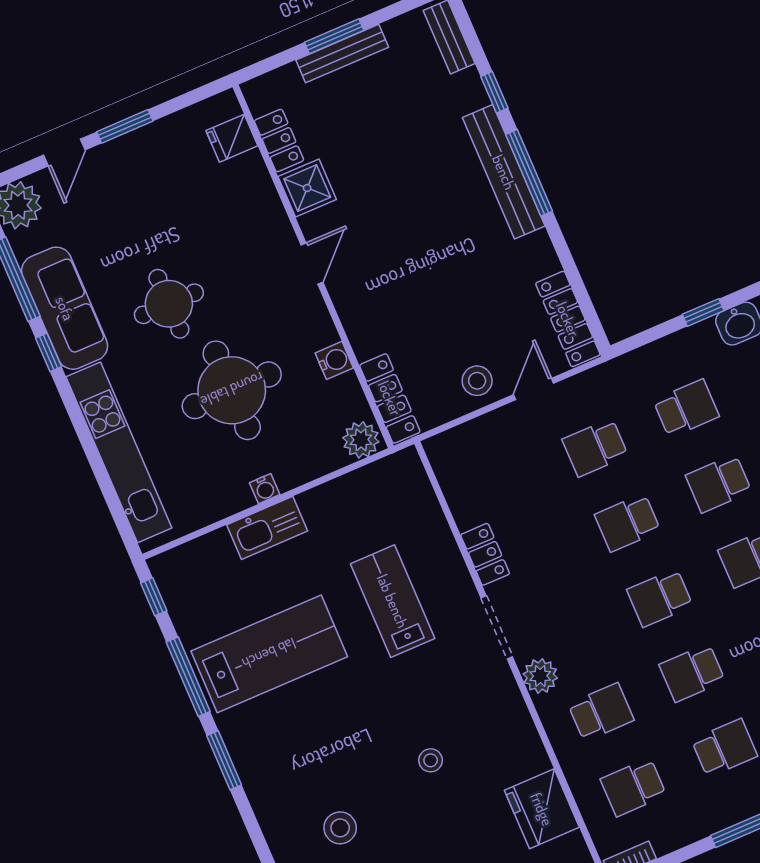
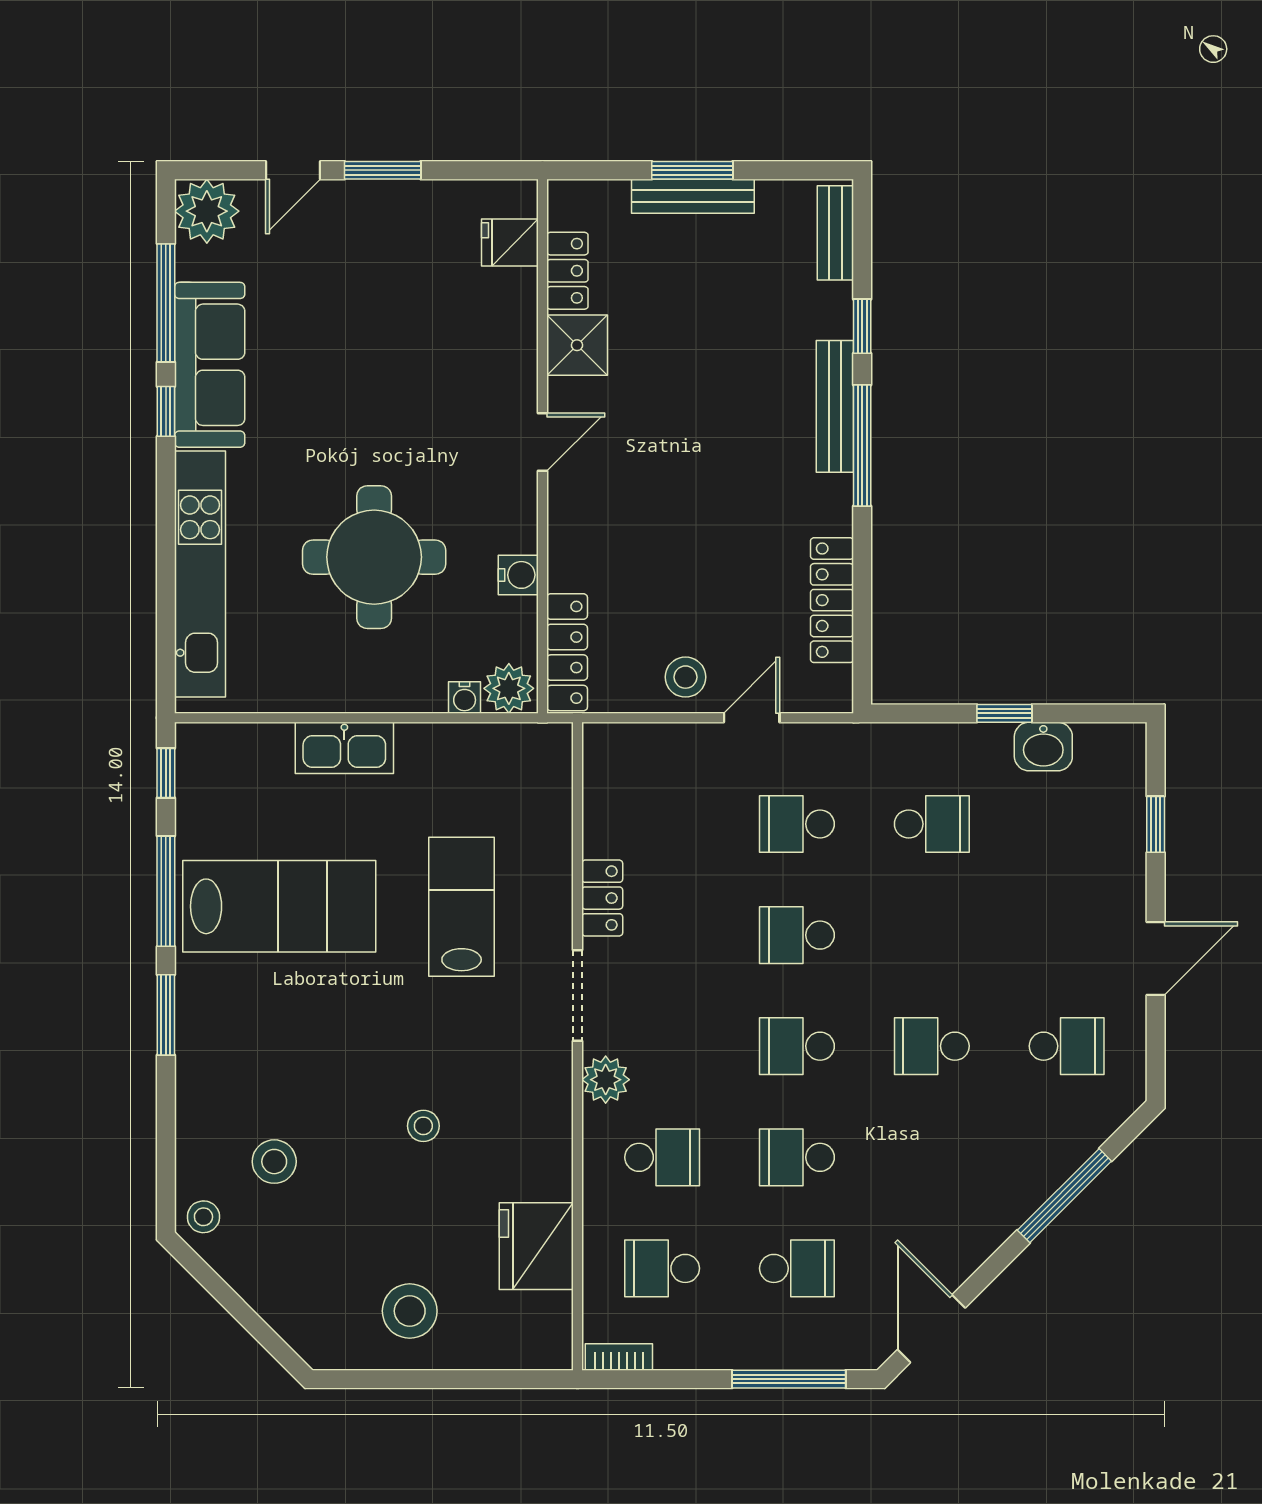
bench: (504, 172) -> (835, 406), width x0.73, depth x0.82
round table: (169, 304) -> (342, 415), removed
locker: (568, 319) -> (832, 600), moved
school desk: (719, 483) -> (932, 935), removed
water cooler: (265, 489) -> (465, 698), moved

